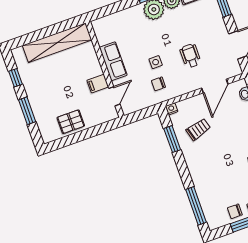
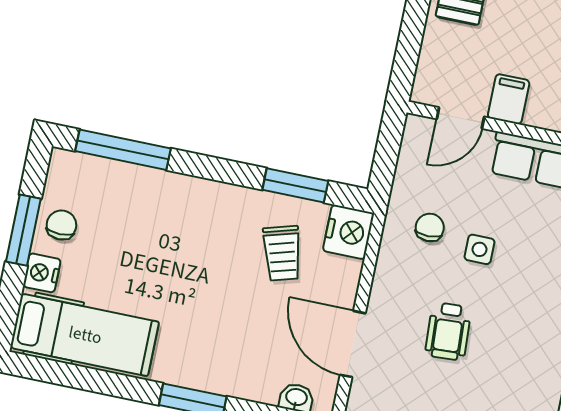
wheelchair: (190, 56) -> (448, 331), turned 87
door: (114, 96) -> (460, 118), hinge flipped
nightstand: (171, 109) -> (348, 232), width x1.89, depth x1.79

